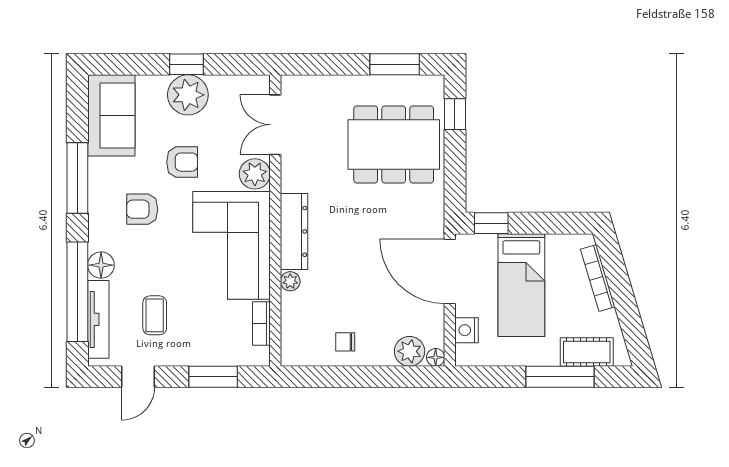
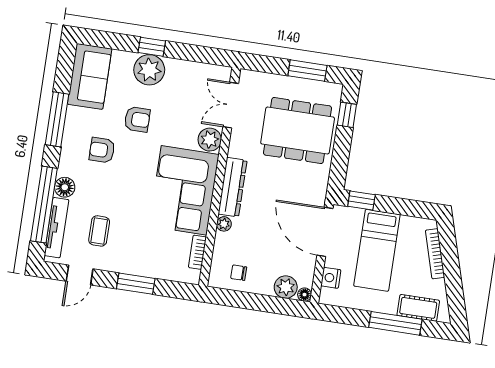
double door: (275, 125) -> (231, 105), moved
plant: (255, 174) -> (210, 140), moved
wall: (275, 220) -> (220, 177), moved
dresser: (294, 231) -> (233, 187), moved
corner sofa: (231, 245) -> (184, 190), moved
plant: (290, 281) -> (224, 224), moved
bookcase: (261, 323) -> (197, 252), moved

